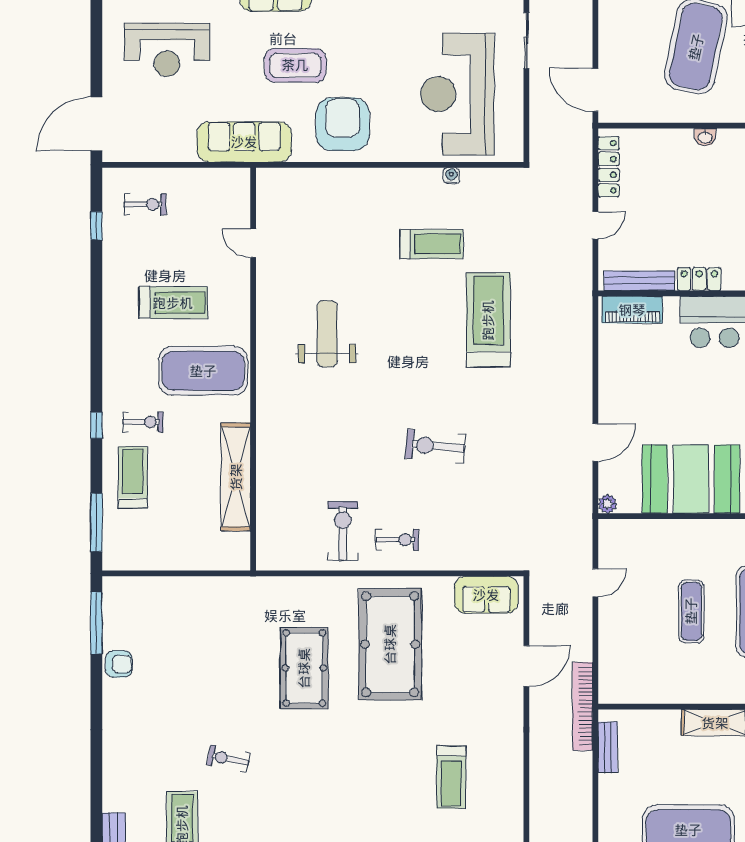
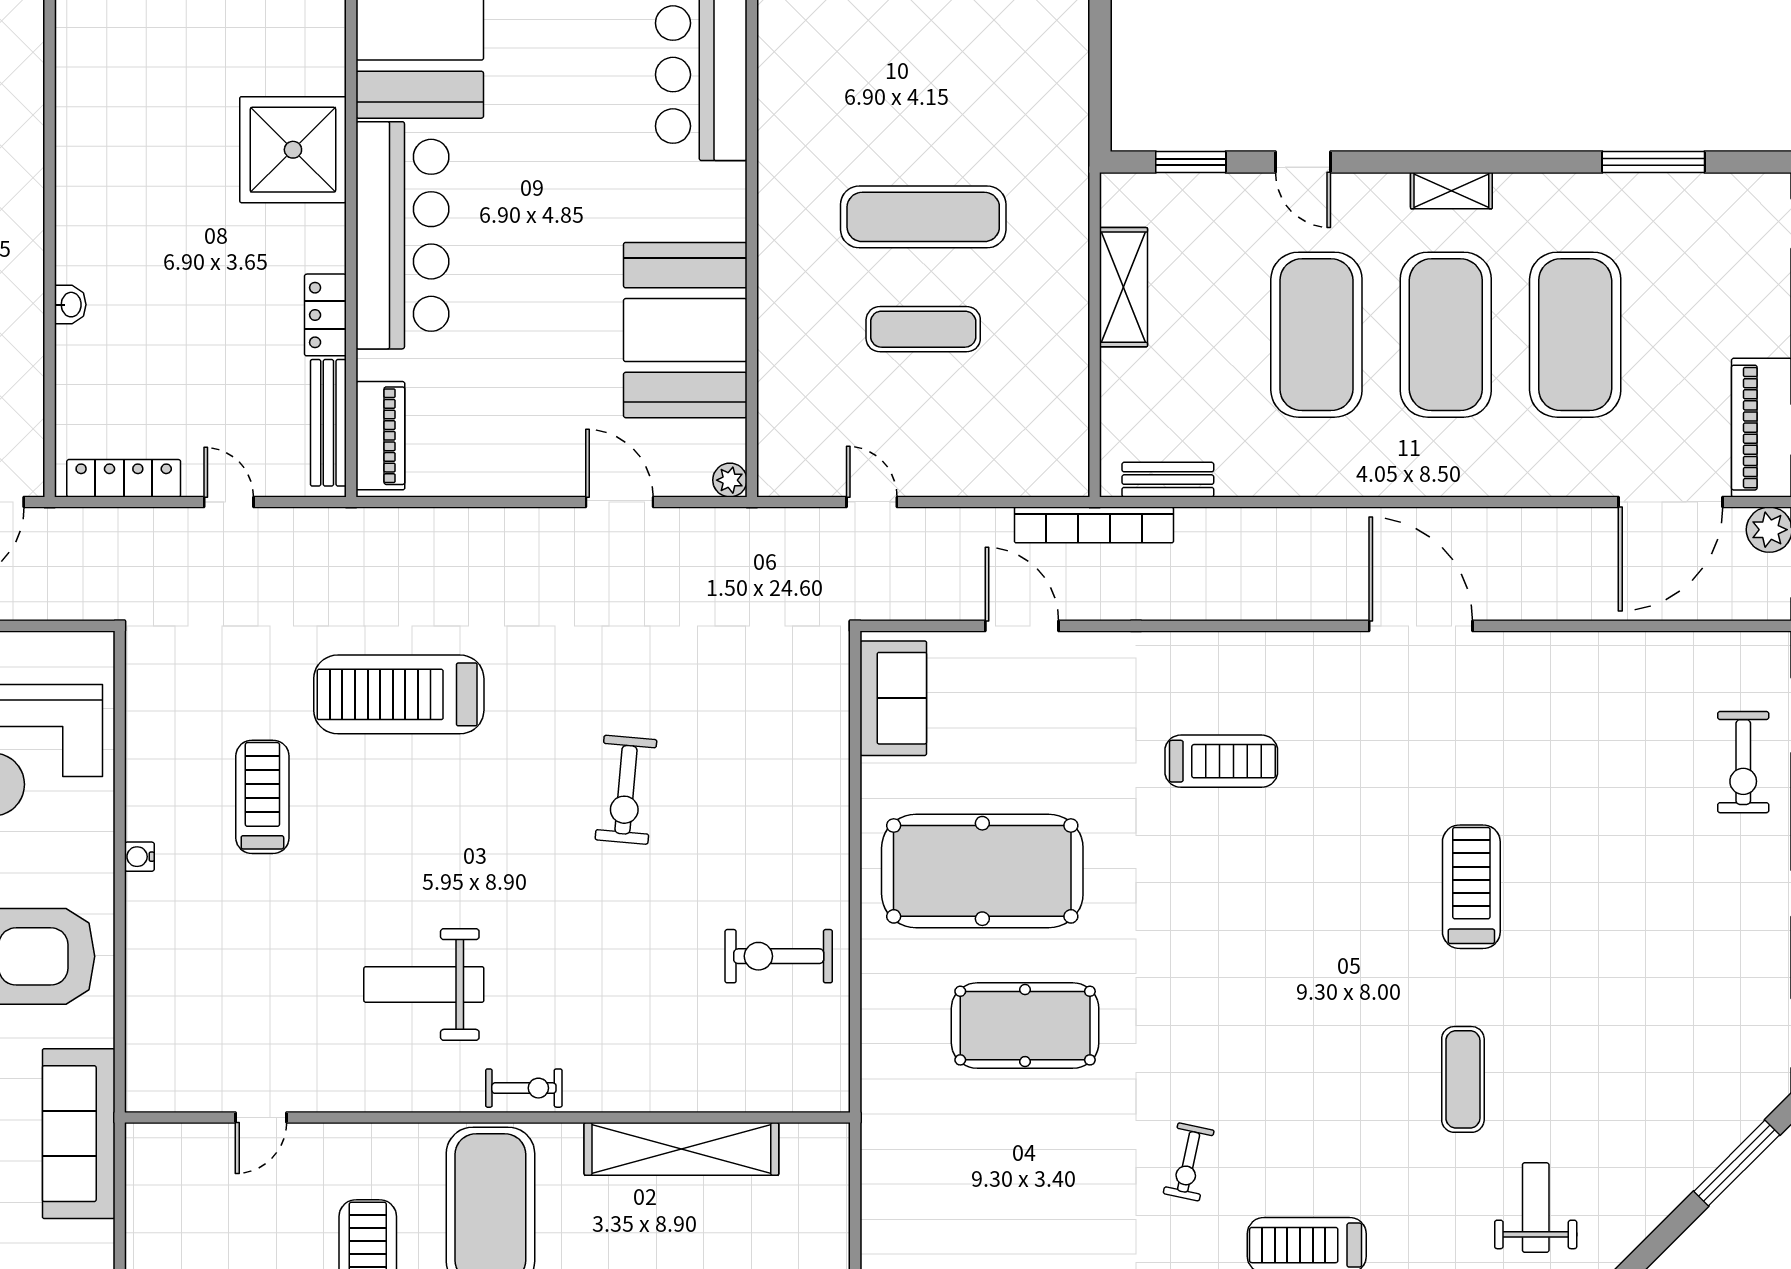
water cooler: (451, 176) -> (139, 857), moved
exercise bike: (397, 540) -> (524, 1088), moved, turned 90

